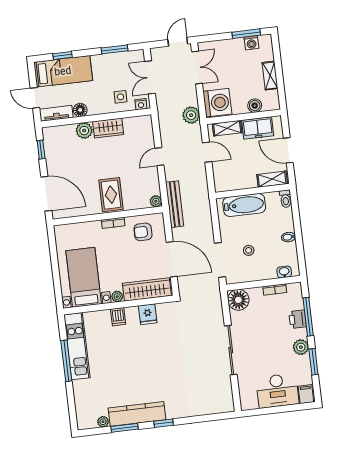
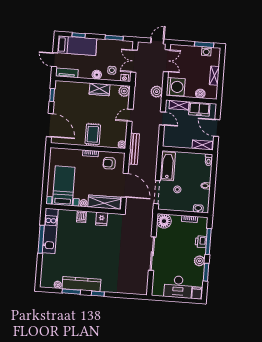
floor lamp: (80, 110) -> (97, 75), moved
plant: (84, 131) -> (124, 91), moved
bathtub: (244, 205) -> (168, 166), moved, turned -90

